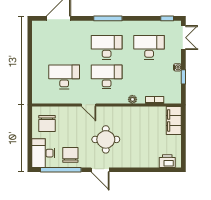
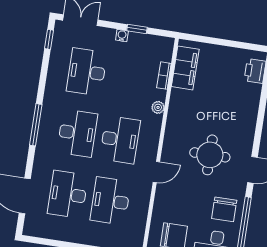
desk: (64, 47) -> (68, 194), added
desk: (107, 47) -> (77, 133), turned 180
desk: (107, 77) -> (120, 140), turned 180
filing cabinet: (174, 120) -> (185, 68), moved, turned -90
chair: (70, 155) -> (224, 209), turned -90

